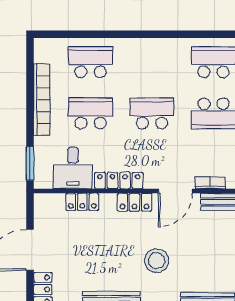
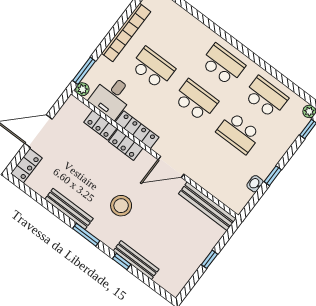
school desk: (91, 62) -> (223, 65), moved
plant: (41, 181) -> (82, 89), added
bookcase: (210, 183) -> (200, 180), removed
locker: (135, 202) -> (126, 145), moved

